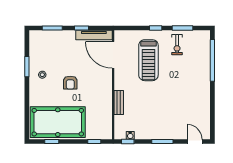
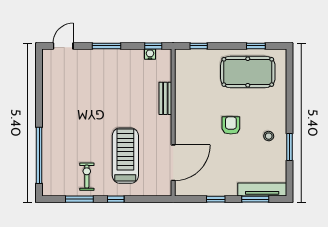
tv unit: (94, 35) -> (262, 190), moved
door: (113, 55) -> (173, 163), hinge flipped
pool table: (58, 122) -> (248, 72), width x0.73, depth x0.76
door: (195, 141) -> (63, 46), swing flipped

